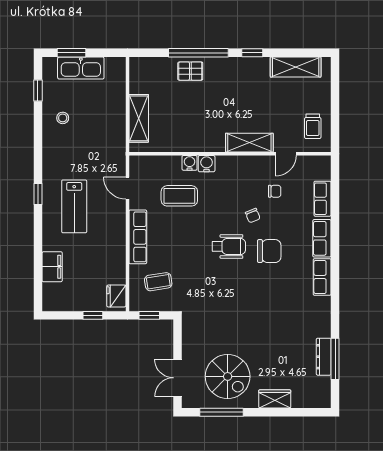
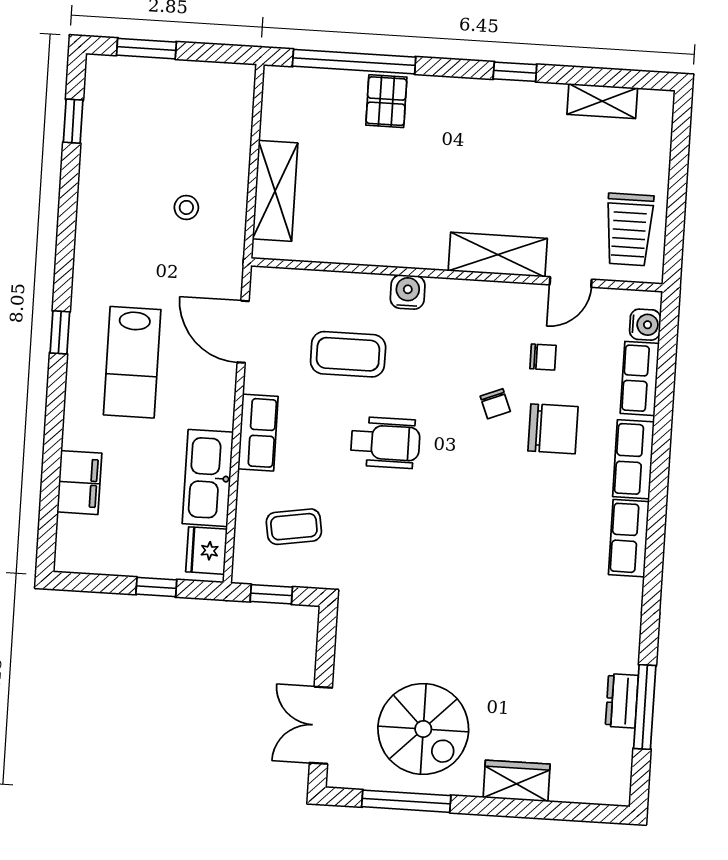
window: (198, 53) -> (354, 62), moved
shelving: (296, 67) -> (602, 101), width x0.67, depth x0.75
kitchen sink: (81, 68) -> (208, 478), moved, turned 90
pallet: (190, 71) -> (386, 101), turned 90
stool: (63, 118) -> (186, 207), moved
trolley: (313, 126) -> (629, 229), width x1.36, depth x1.39
water cooler: (190, 163) -> (645, 325), moved, turned 90
door: (127, 188) -> (243, 332), width x1.38
row of seats: (138, 237) -> (258, 433), width x0.68
wheelchair: (229, 246) -> (385, 443), moved
chair: (269, 251) -> (553, 429), moved
dresser: (324, 357) -> (622, 701), width x0.70

